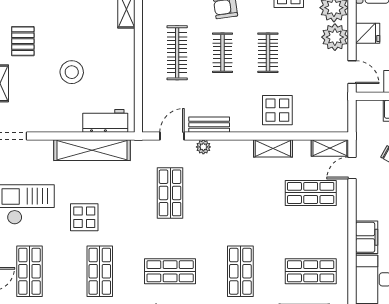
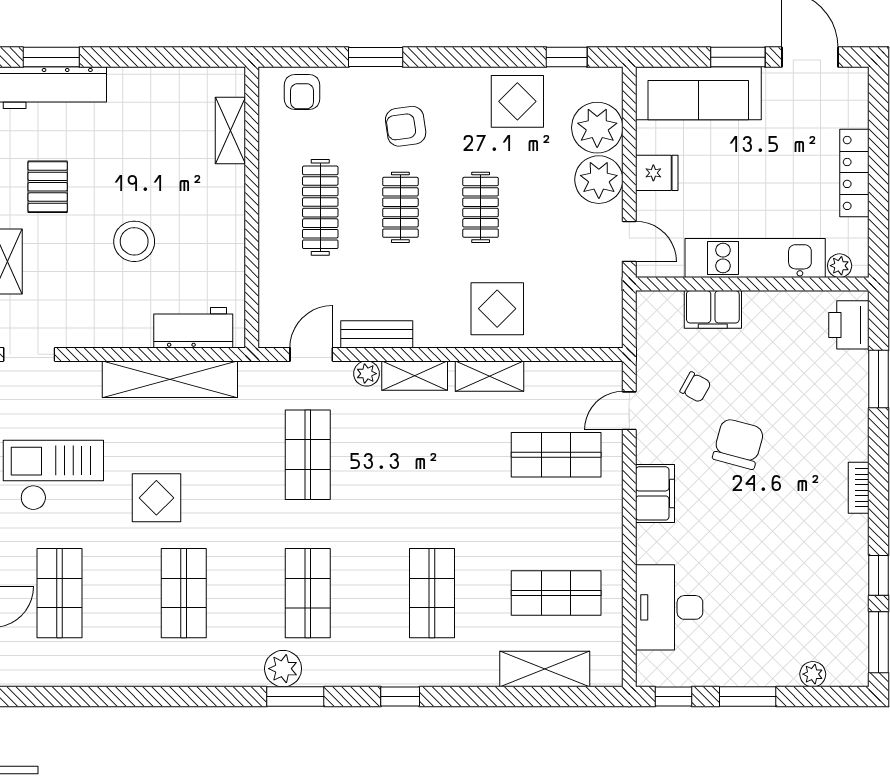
shelving: (330, 148) -> (415, 376), moved
filing cabinet: (367, 237) -> (655, 493), moved
shop shelf: (170, 271) -> (308, 593), turned 90

